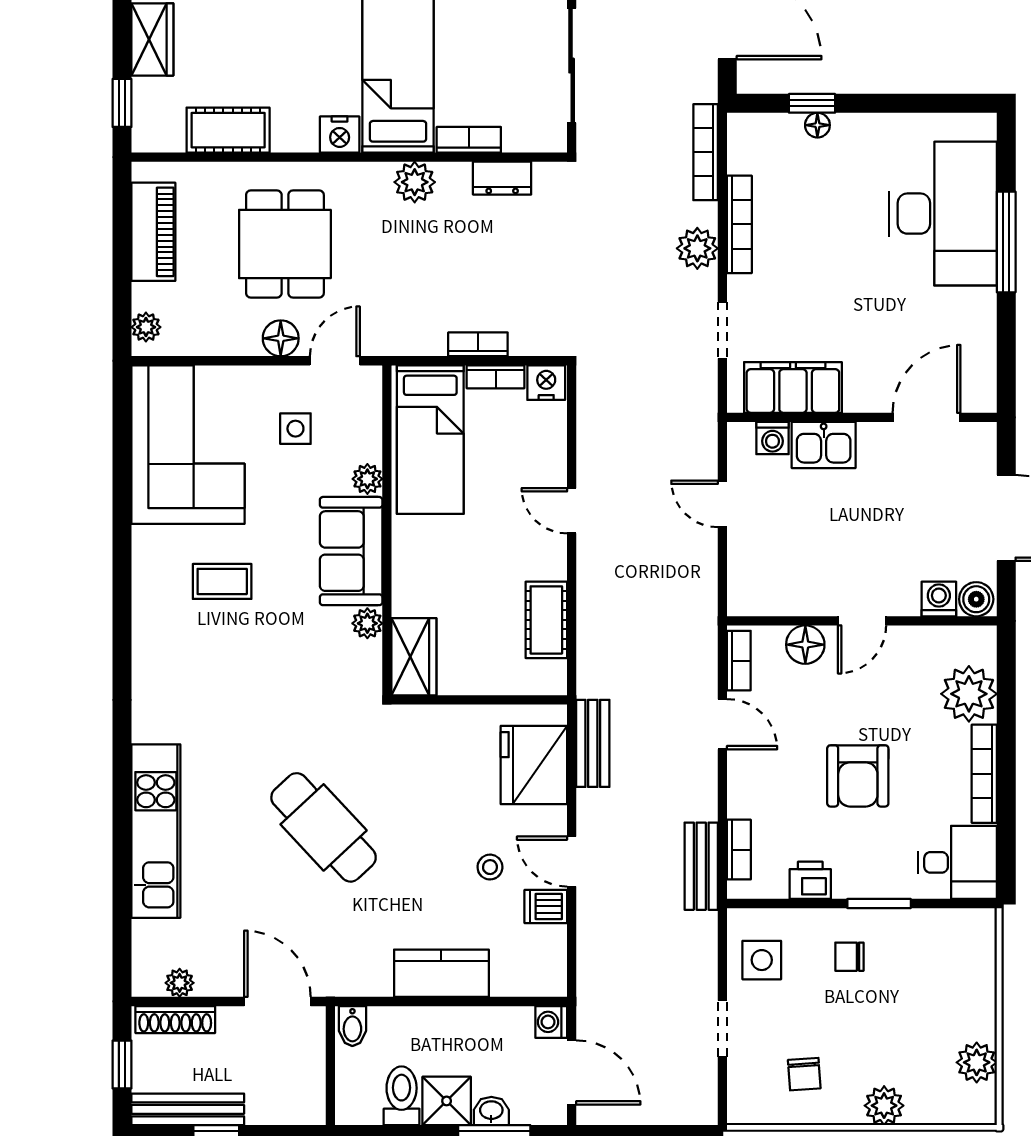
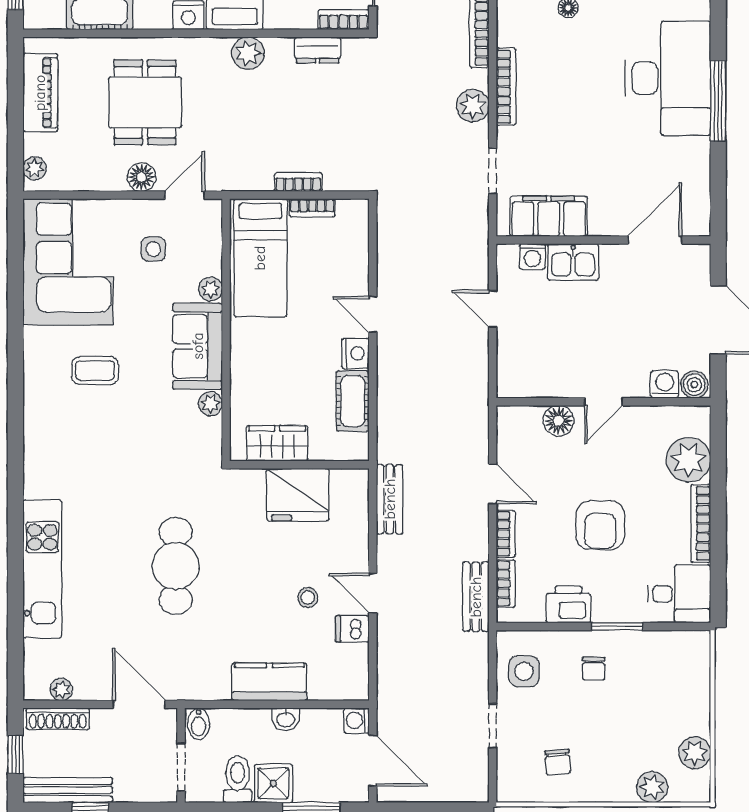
bookcase: (469, 140) -> (344, 20), moved
nightstand: (546, 383) -> (355, 353), moved, turned 90
wardrobe: (414, 657) -> (277, 443), moved, turned -90
bookcase: (739, 661) -> (506, 534), moved
fridge: (534, 765) -> (298, 495), moved, turned -90
cafe table: (324, 827) -> (176, 566), turned 43
printer: (810, 880) -> (568, 604), width x1.36, depth x1.24
chair: (849, 957) -> (594, 669), turned -90
doorway: (330, 1080) -> (181, 767), added
plant: (884, 1106) -> (652, 787), moved
washbasin: (491, 1111) -> (286, 719), moved, turned 180

